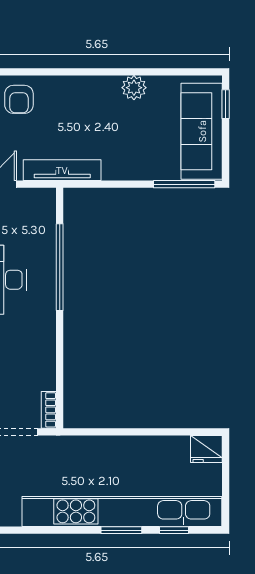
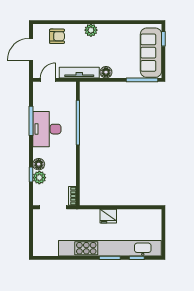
plant: (134, 88) -> (91, 30), moved
armchair: (19, 99) -> (57, 36), turned -90
floor lamp: (114, 169) -> (106, 72), added
fridge: (206, 449) -> (108, 216), moved

